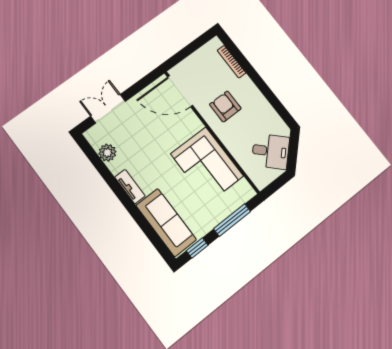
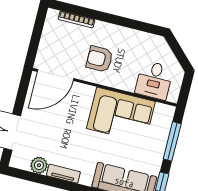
desk: (271, 151) -> (154, 80), moved, turned 135
tv unit: (130, 187) -> (63, 174), moved

